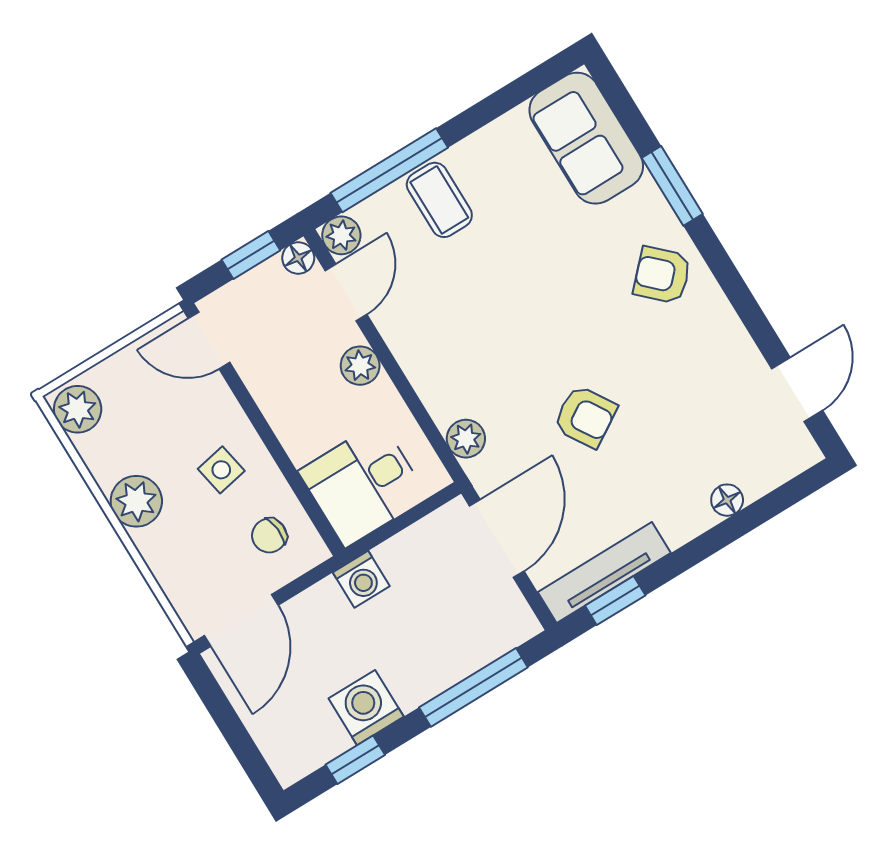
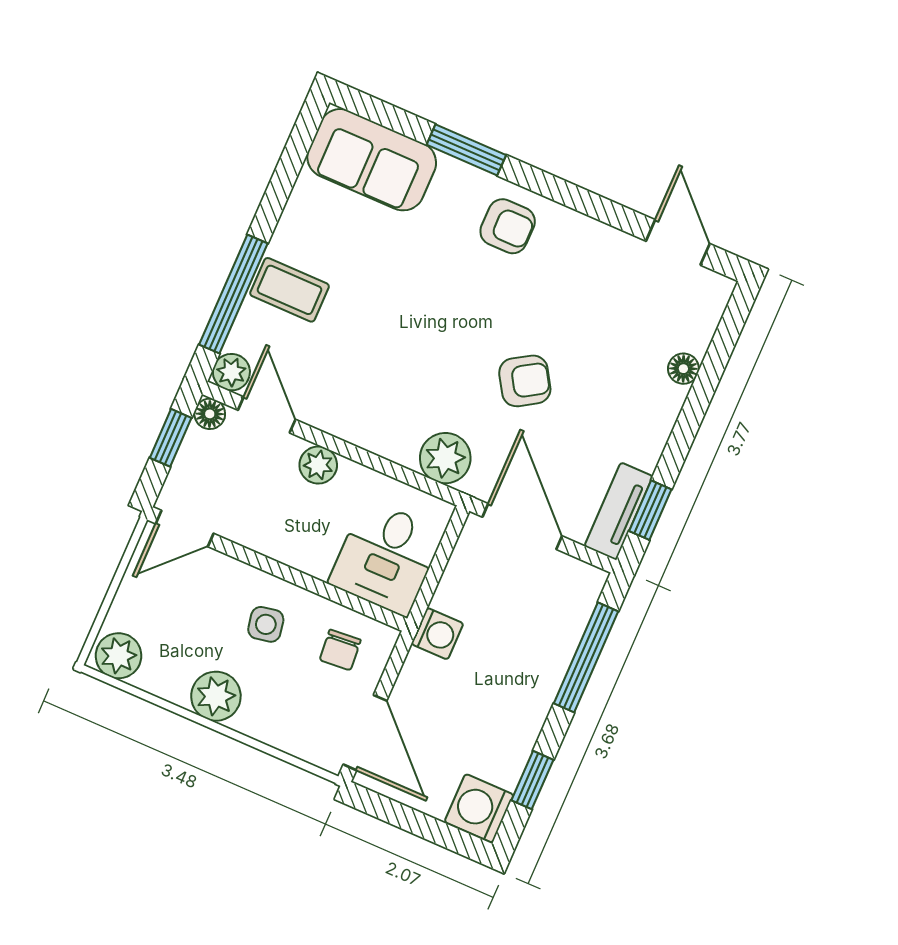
armchair: (662, 275) -> (508, 226), turned -134
plant: (466, 439) -> (445, 458), width x1.38, depth x1.38
tv unit: (604, 572) -> (619, 511), width x0.71
washing machine: (366, 708) -> (479, 808), moved

